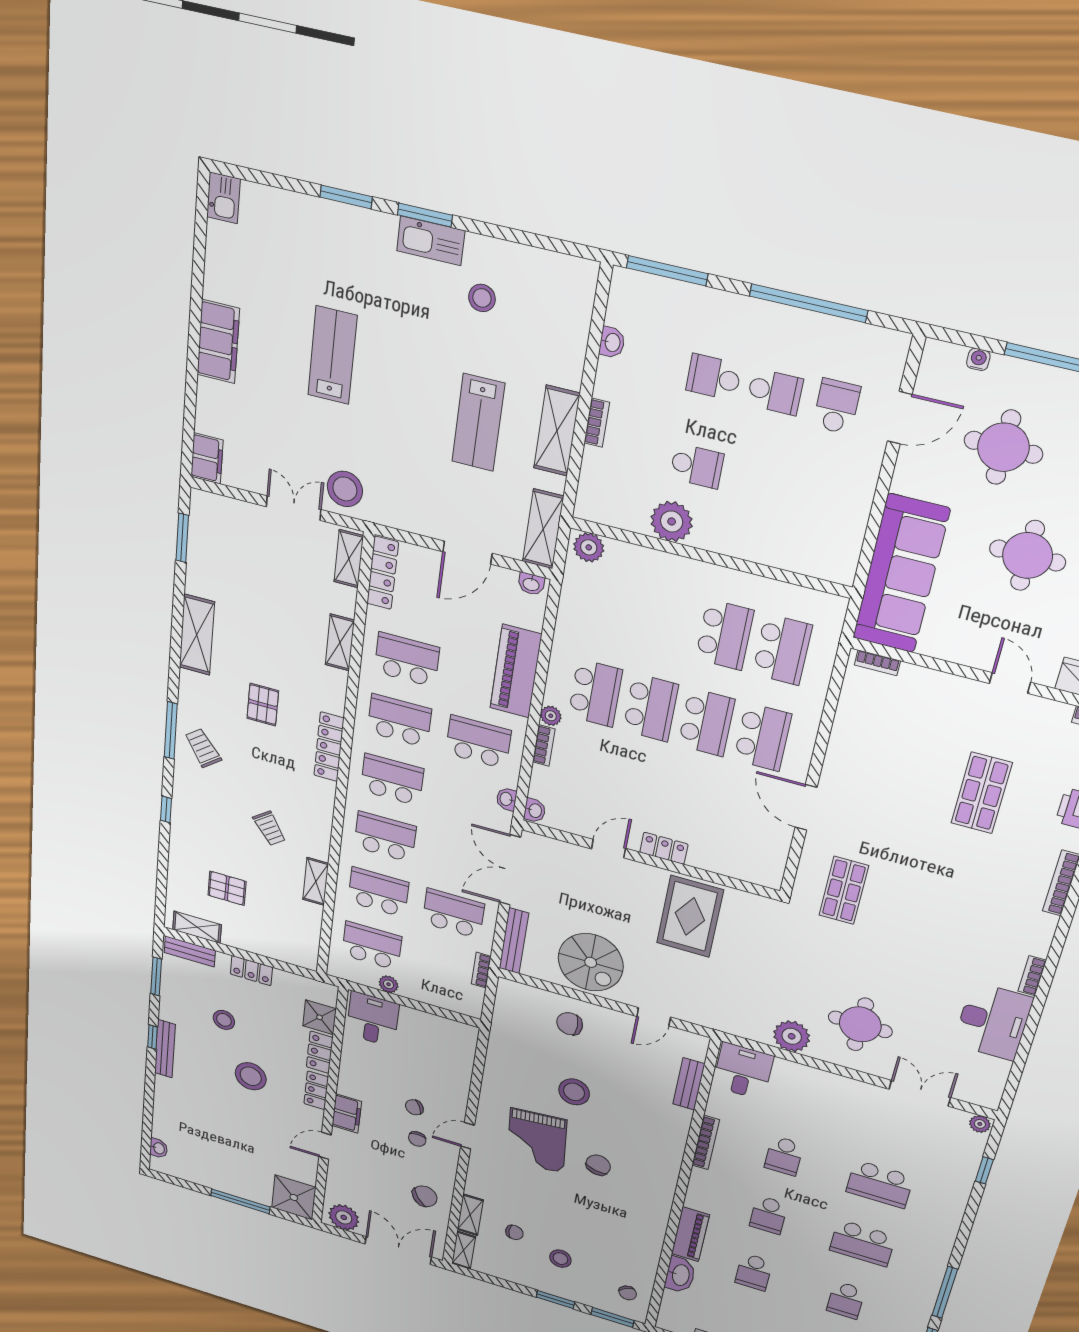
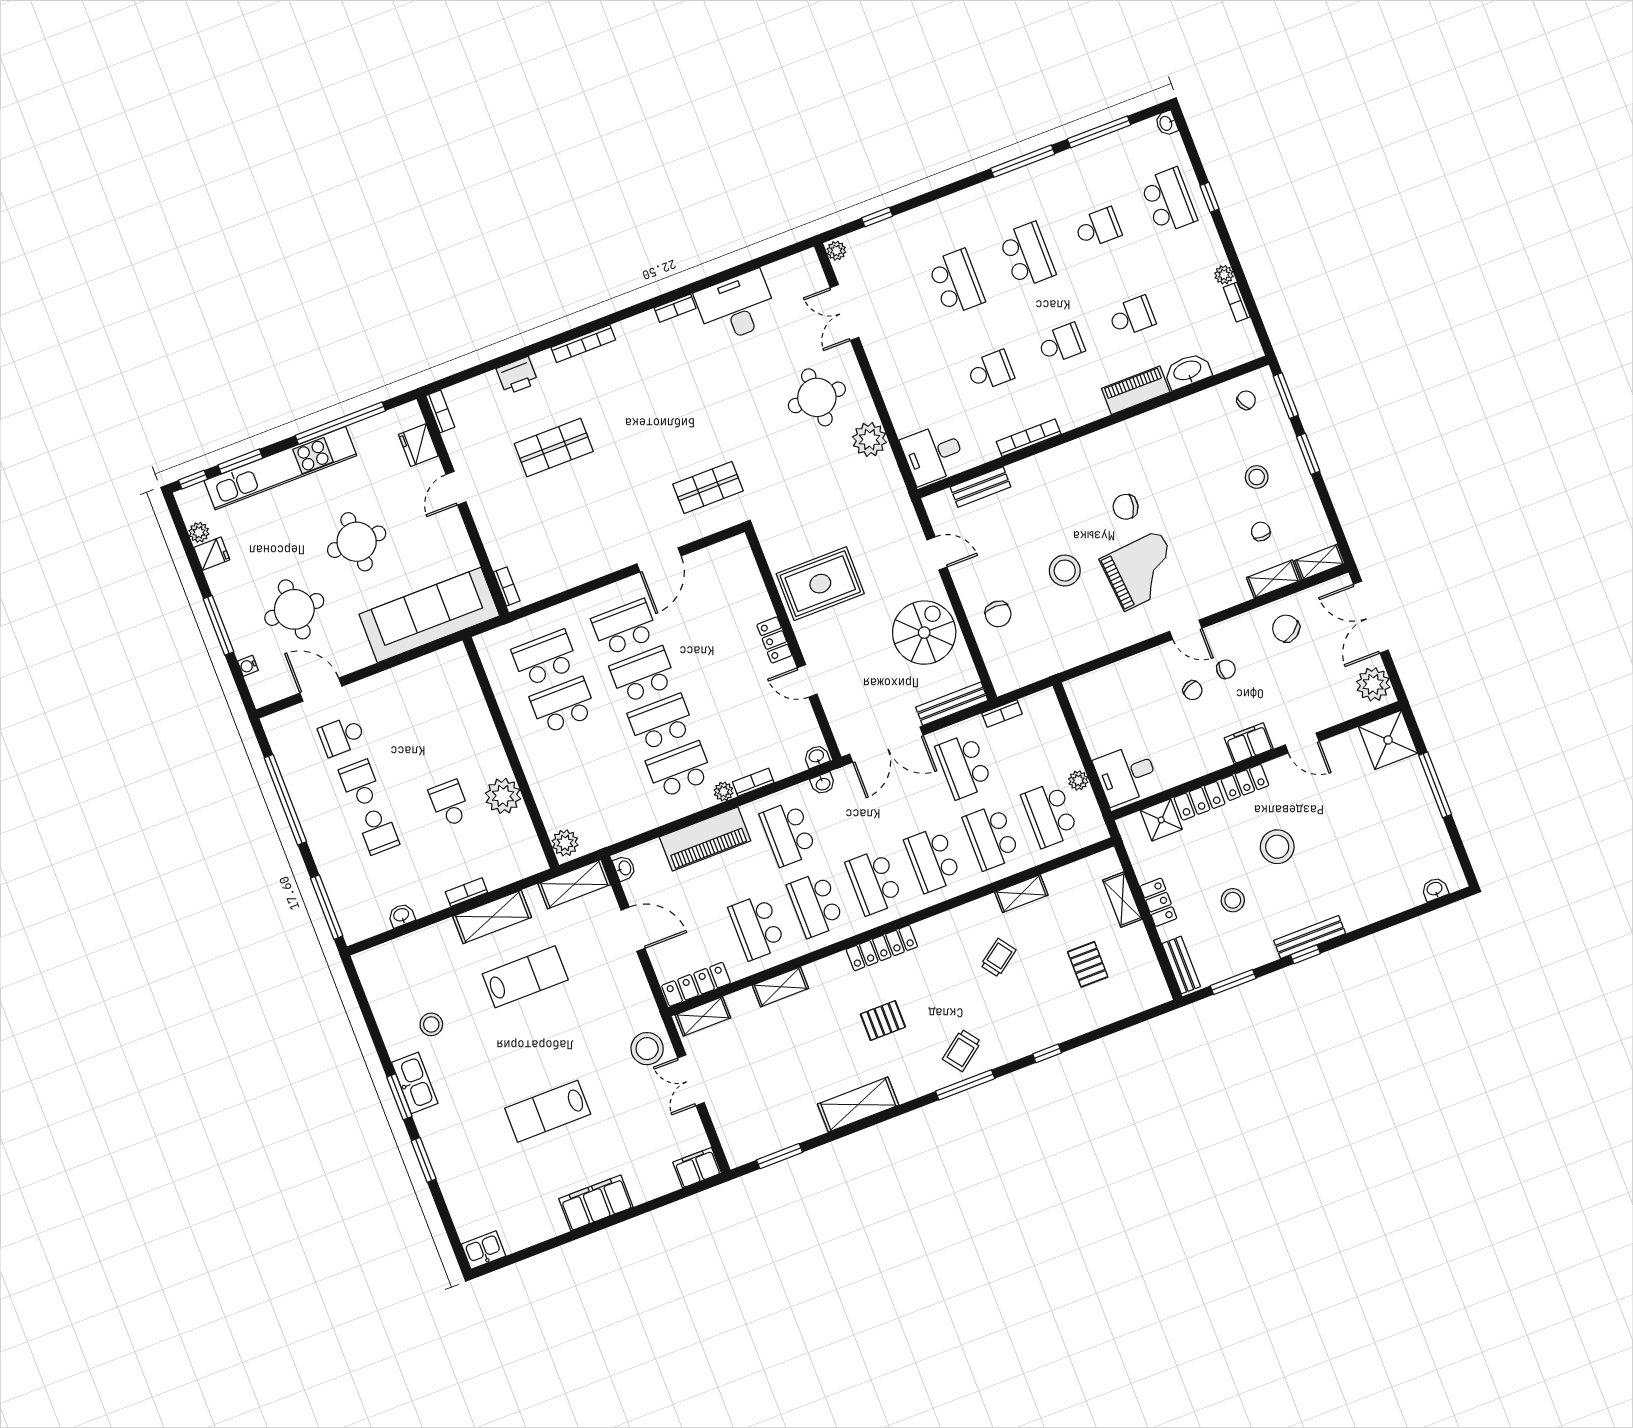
shelving: (197, 927) -> (1122, 900), moved

